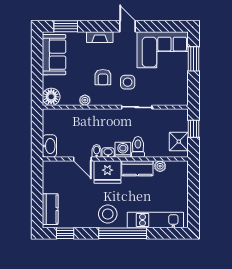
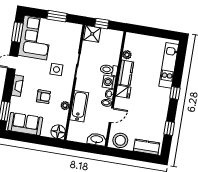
window: (166, 26) -> (17, 32), added
window: (193, 59) -> (57, 16), moved
armchair: (103, 77) -> (43, 97), moved
bathtub: (87, 118) -> (79, 106), added
shower: (179, 142) -> (92, 34), moved
fridge: (107, 172) -> (123, 92), width x0.53, depth x0.75
stool: (108, 214) -> (120, 140), moved
window: (65, 233) -> (169, 128), moved
window: (123, 233) -> (175, 93), width x0.32

